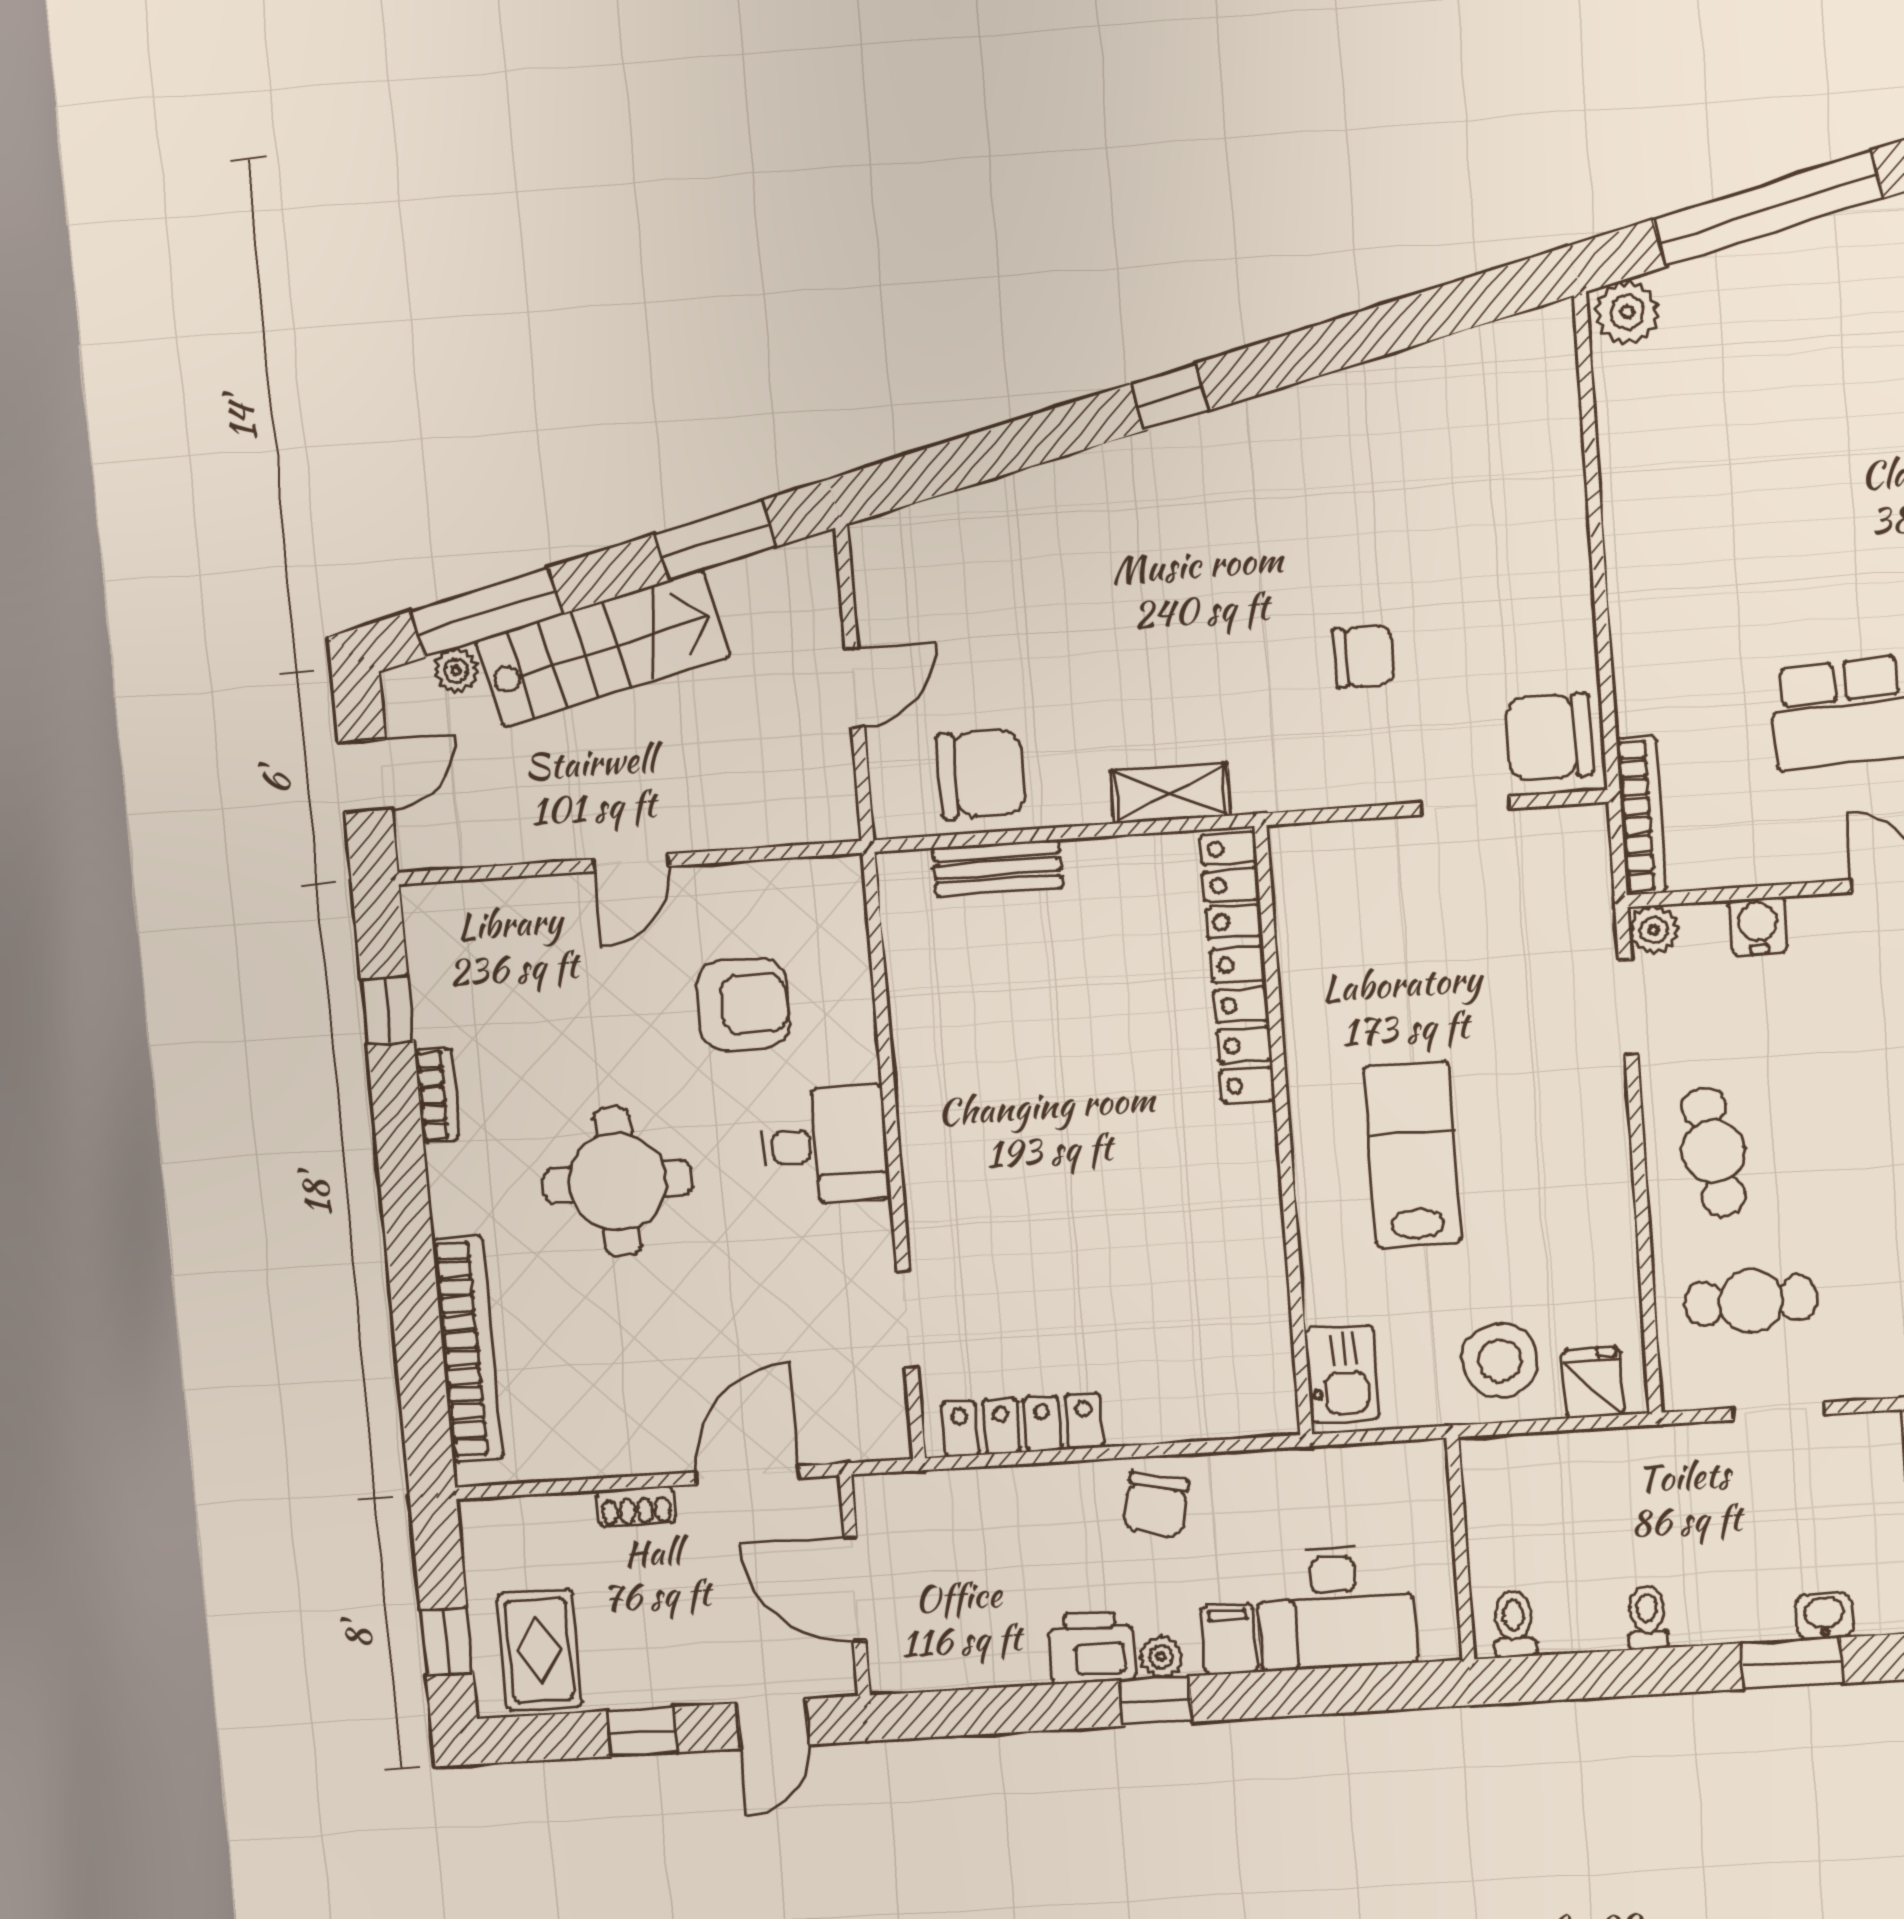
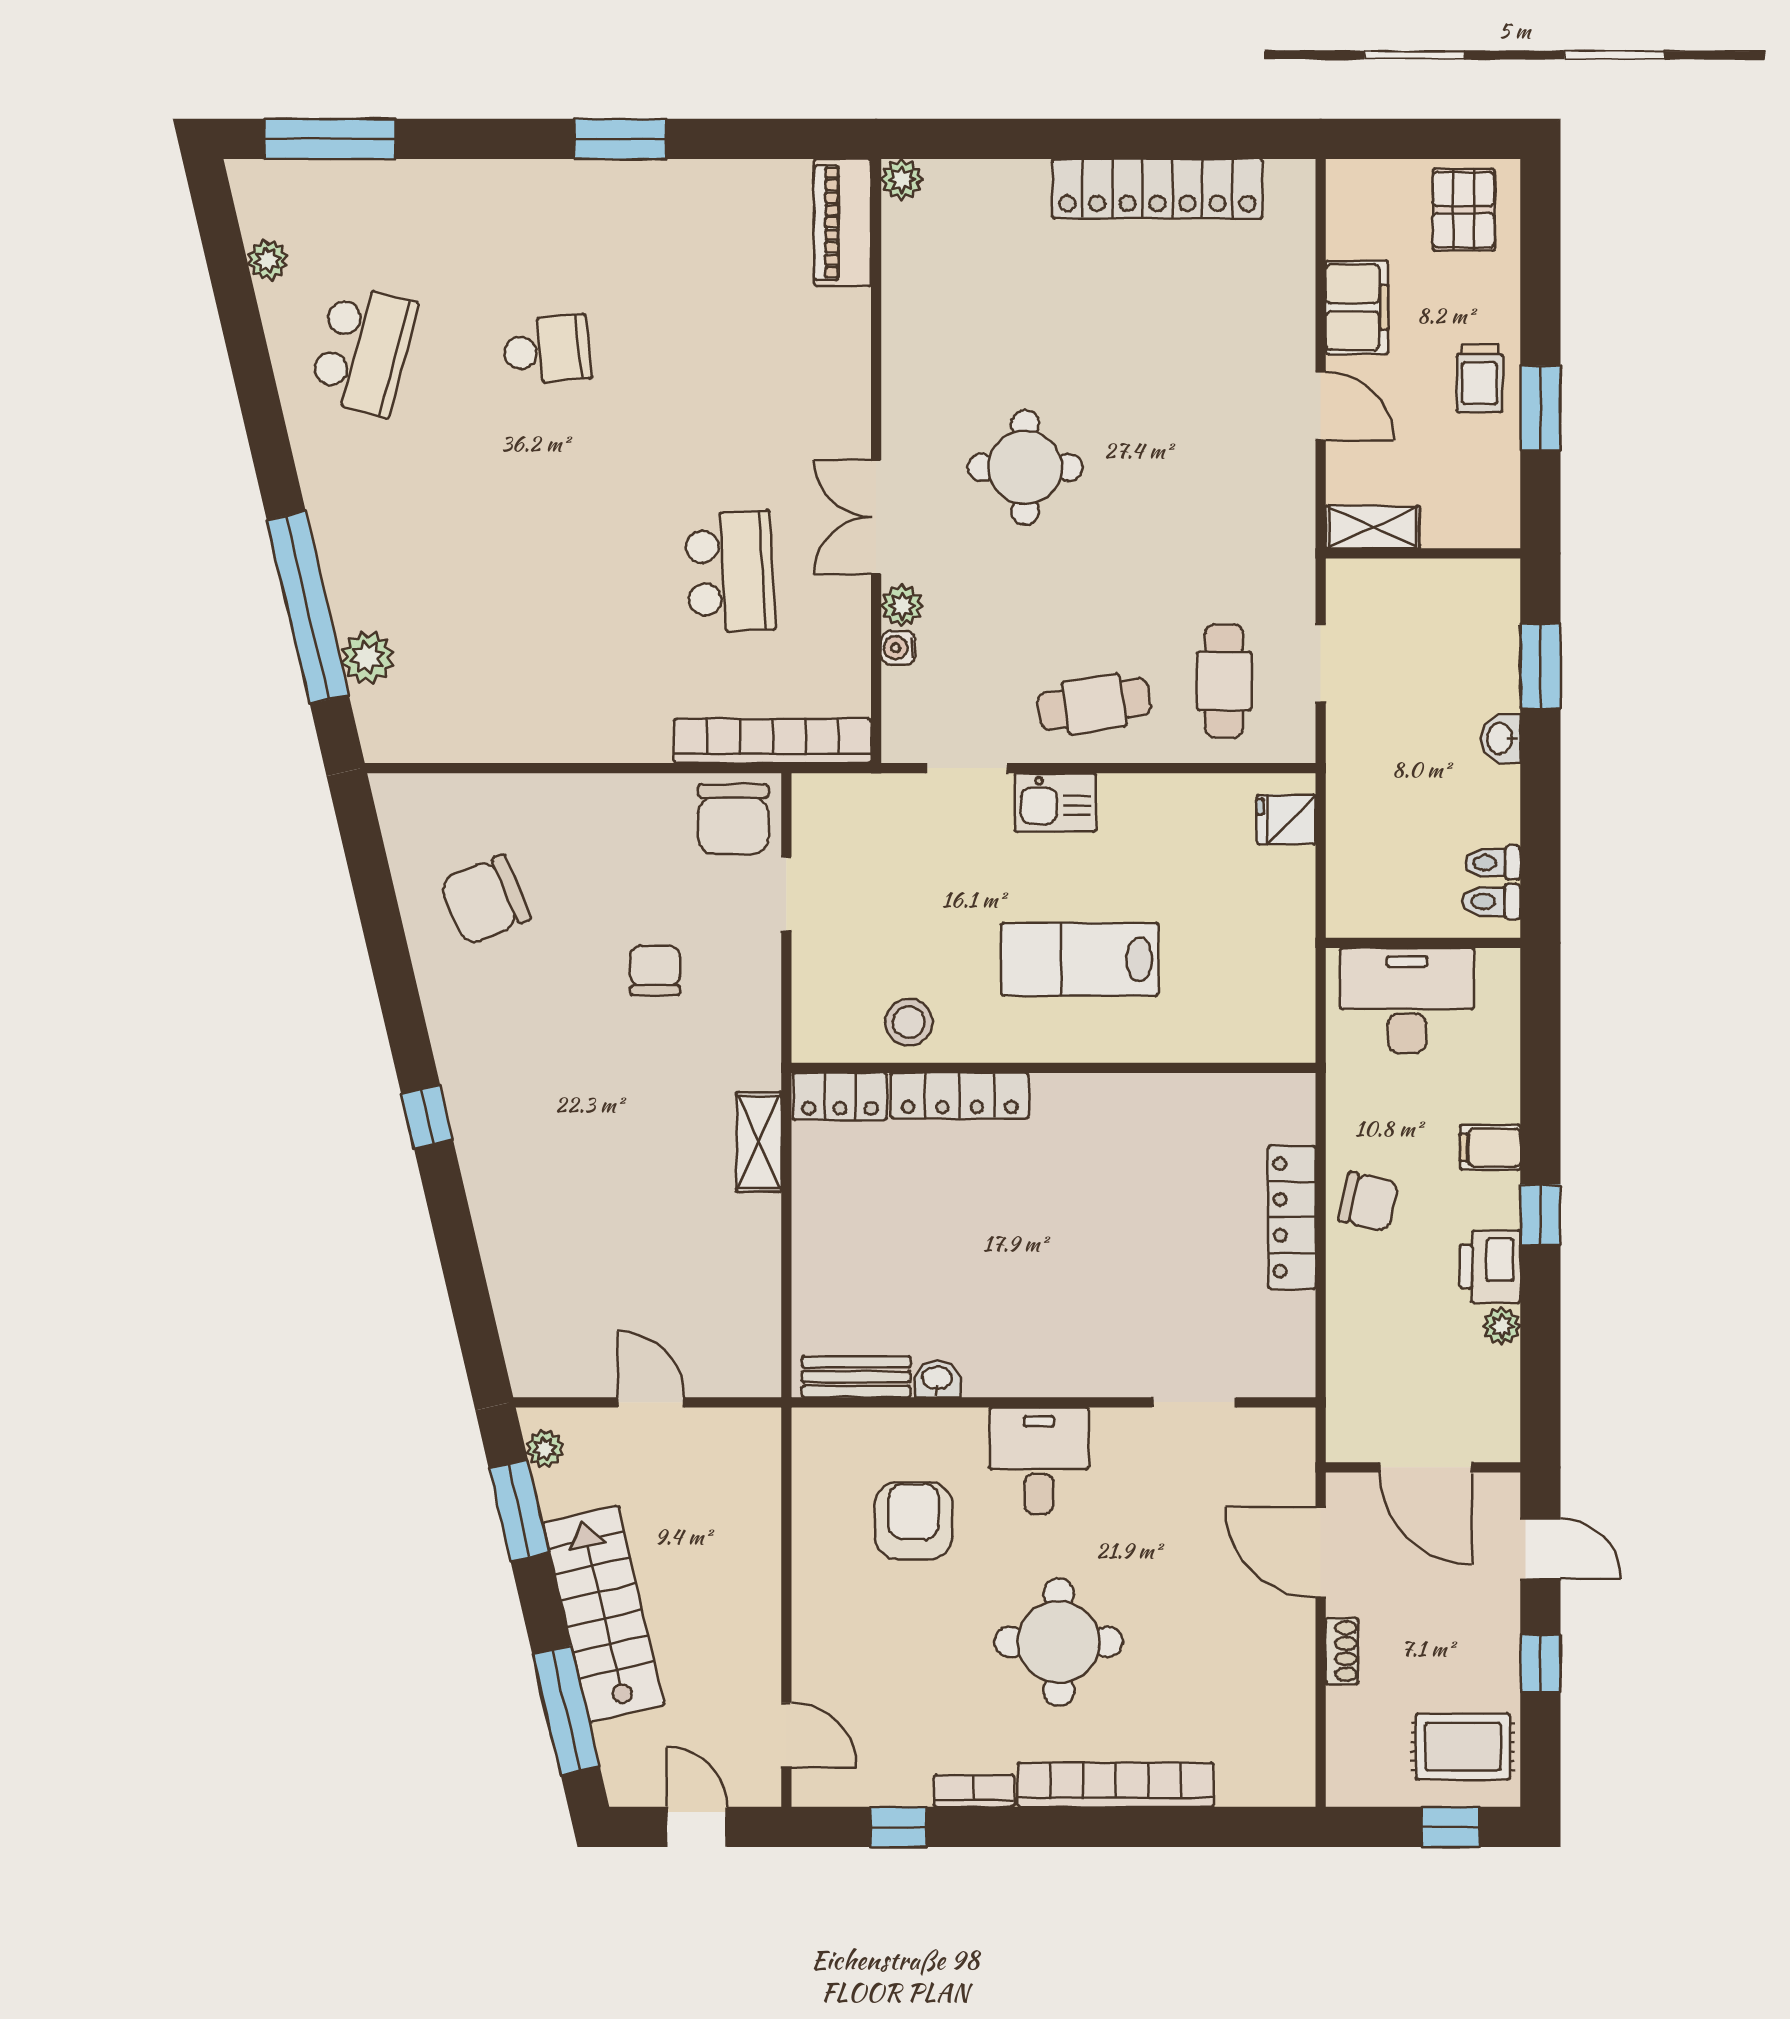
plant: (1627, 312) -> (367, 657), moved
plant: (456, 671) -> (545, 1449), moved
chair: (981, 774) -> (485, 900), moved, turned -113
bookcase: (1641, 815) -> (773, 741), width x1.48, depth x1.31
door: (631, 863) -> (786, 1735), moved
bench: (997, 868) -> (856, 1377), moved, turned 90
water cooler: (1758, 926) -> (898, 648), width x0.72, depth x0.72
plant: (1654, 930) -> (902, 606), moved
washbasin: (910, 1021) -> (937, 1379), added
bookcase: (468, 1349) -> (1116, 1785), moved
stool: (1500, 1361) -> (909, 1022), moved, width x0.73, depth x0.73
kitchen sink: (1342, 1374) -> (1055, 803), moved, turned 180
locker: (1022, 1425) -> (1292, 1217), moved
door: (855, 1589) -> (1426, 1467), hinge flipped
desk: (1336, 1608) -> (1407, 1001), moved, turned -90
washbasin: (1824, 1616) -> (1501, 738), moved
toilet: (1647, 1617) -> (1493, 863), moved
plant: (1161, 1657) -> (1502, 1326), moved

